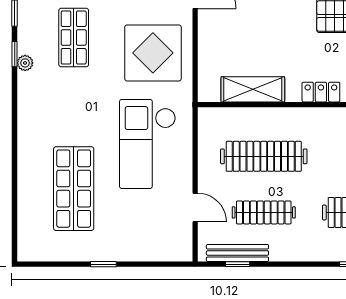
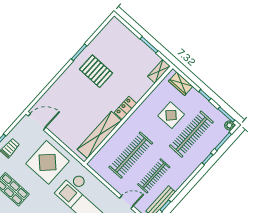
shelving: (253, 89) -> (99, 135), width x1.47

